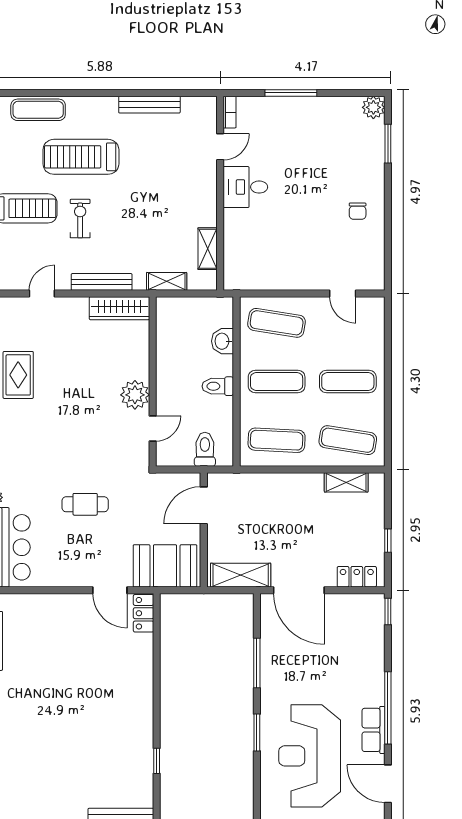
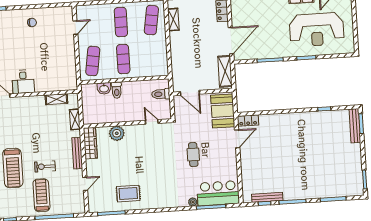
door: (42, 294) -> (85, 184), swing flipped
toilet: (218, 386) -> (117, 90), moved
plant: (135, 395) -> (117, 133), moved
exercise mat: (277, 440) -> (154, 57), removed

